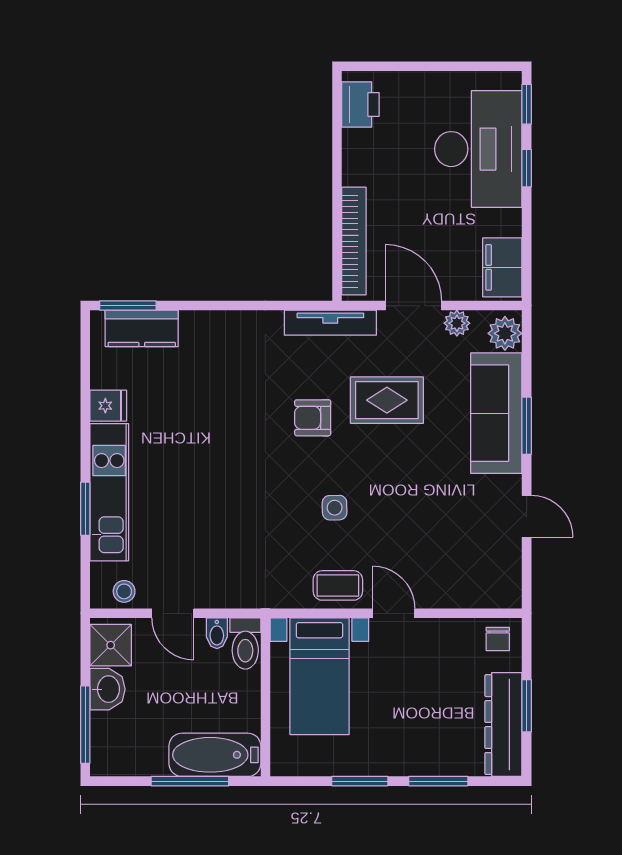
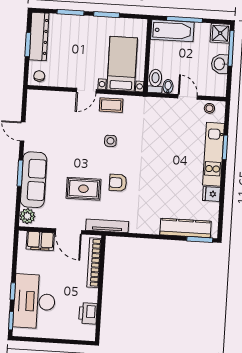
printer: (360, 104) -> (88, 313), moved
filing cabinet: (502, 267) -> (40, 241), moved, turned 90
plant: (457, 323) -> (49, 222), removed
kitchen counter: (142, 328) -> (186, 228), width x1.50
armchair: (313, 418) -> (118, 183), turned 180
door: (394, 613) -> (86, 91), hinge flipped
shower: (111, 645) -> (220, 33), moved

